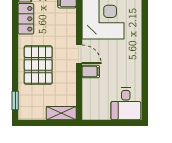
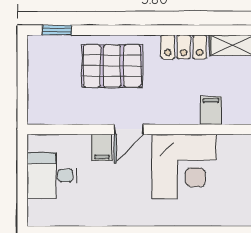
desk: (126, 104) -> (52, 175), moved
shelving: (61, 113) -> (37, 102), removed

